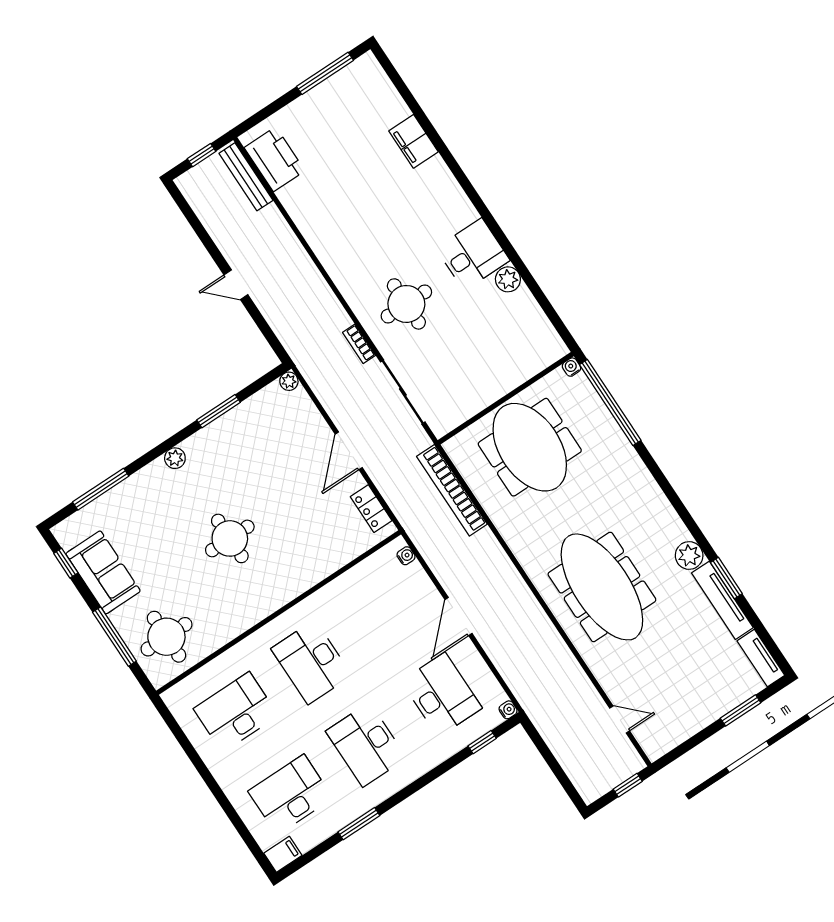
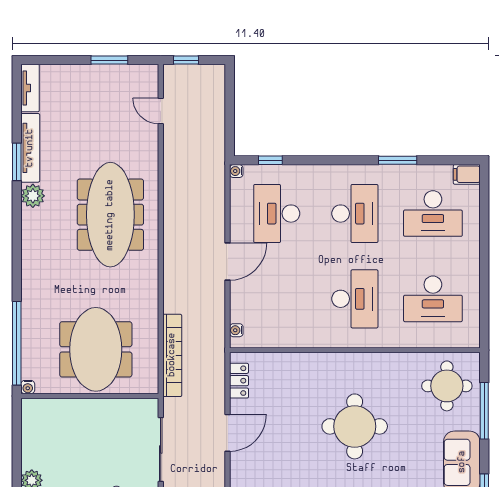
round table: (230, 538) -> (355, 426), width x1.36, depth x1.36
window: (741, 710) -> (109, 60), moved

